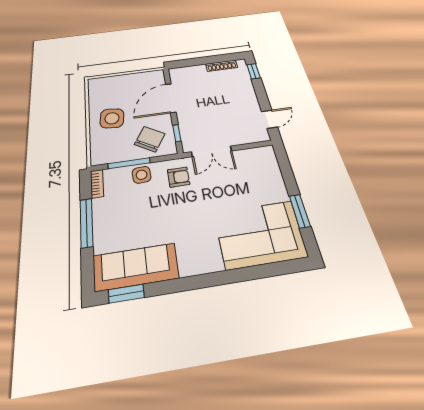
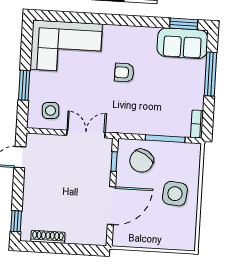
side table: (142, 175) -> (50, 110), moved
armchair: (179, 177) -> (124, 72), moved
window: (300, 211) -> (24, 85), moved
window: (86, 223) -> (211, 74), moved
sofa: (135, 267) -> (182, 43), width x0.73

